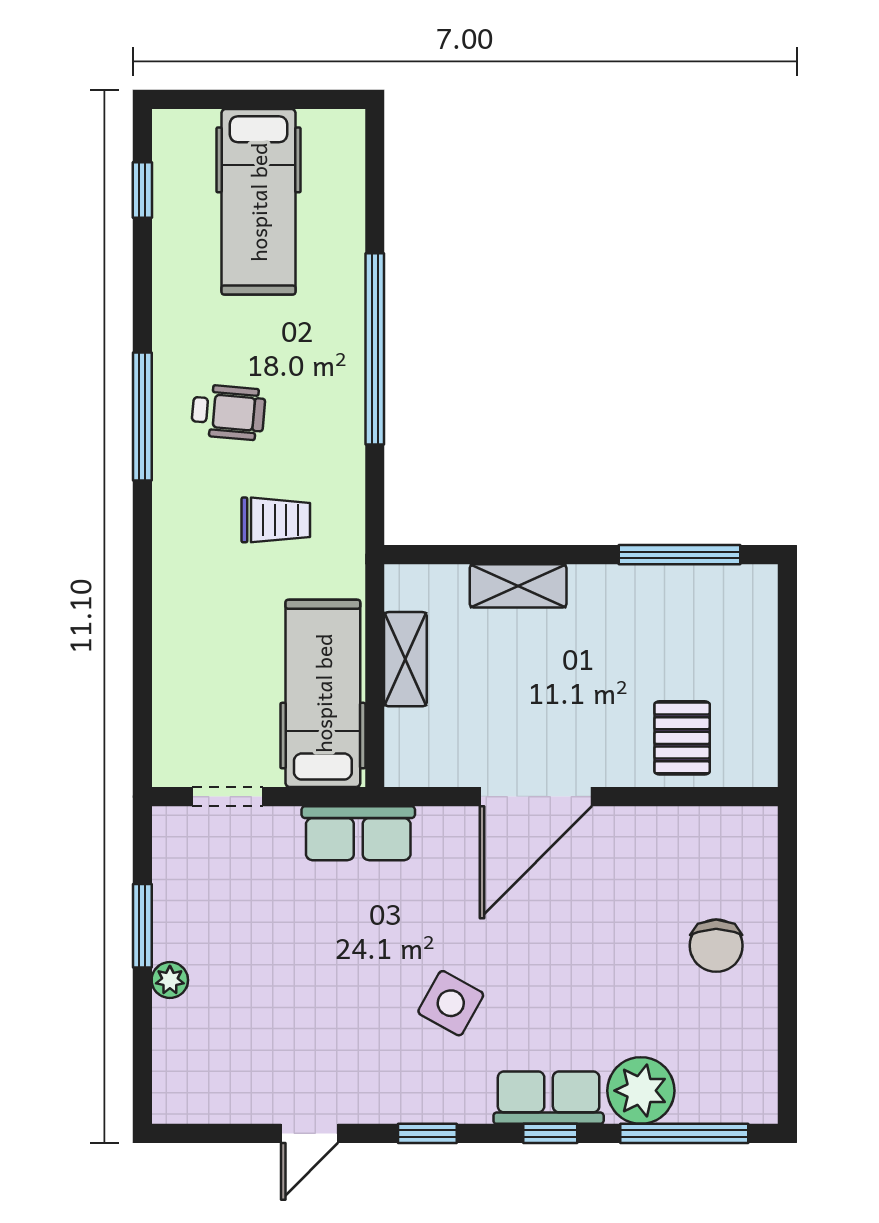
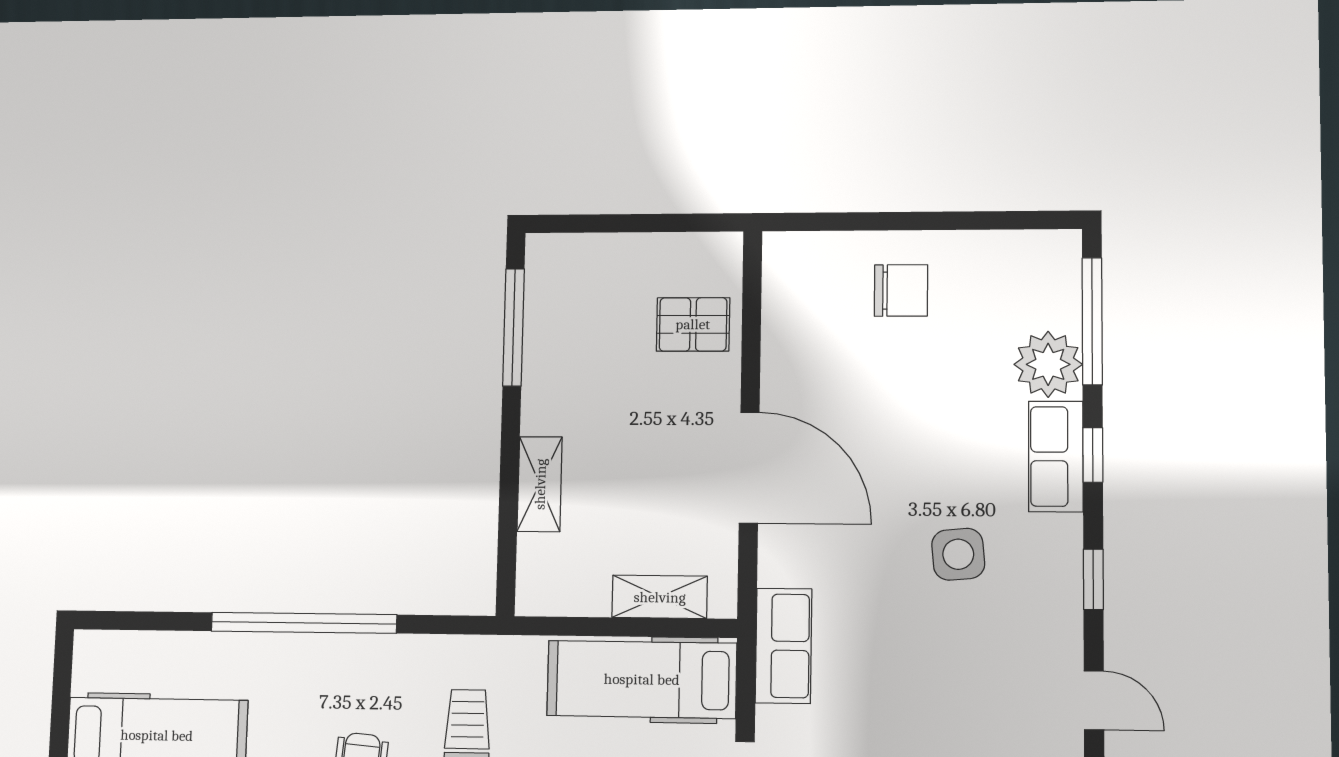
shelving: (405, 659) -> (660, 597), moved
side table: (451, 1003) -> (958, 554), turned -34

